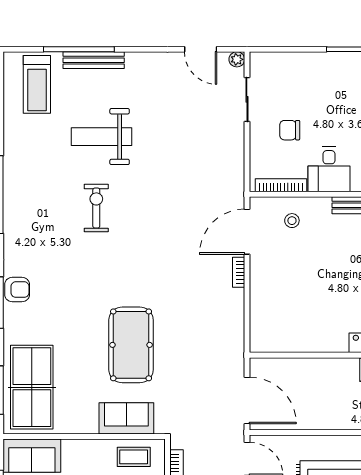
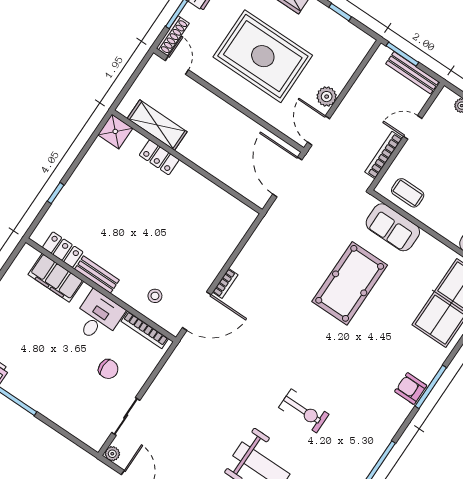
exercise bike: (96, 208) -> (304, 411), turned -90

